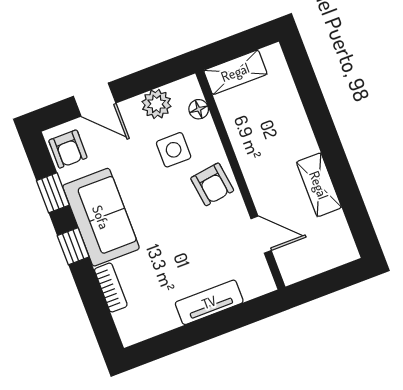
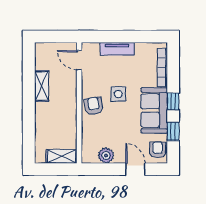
floor lamp: (199, 109) -> (86, 145), removed
side table: (174, 150) -> (118, 94), moved
door: (261, 235) -> (79, 60), moved
bookcase: (111, 288) -> (162, 67), width x1.56

